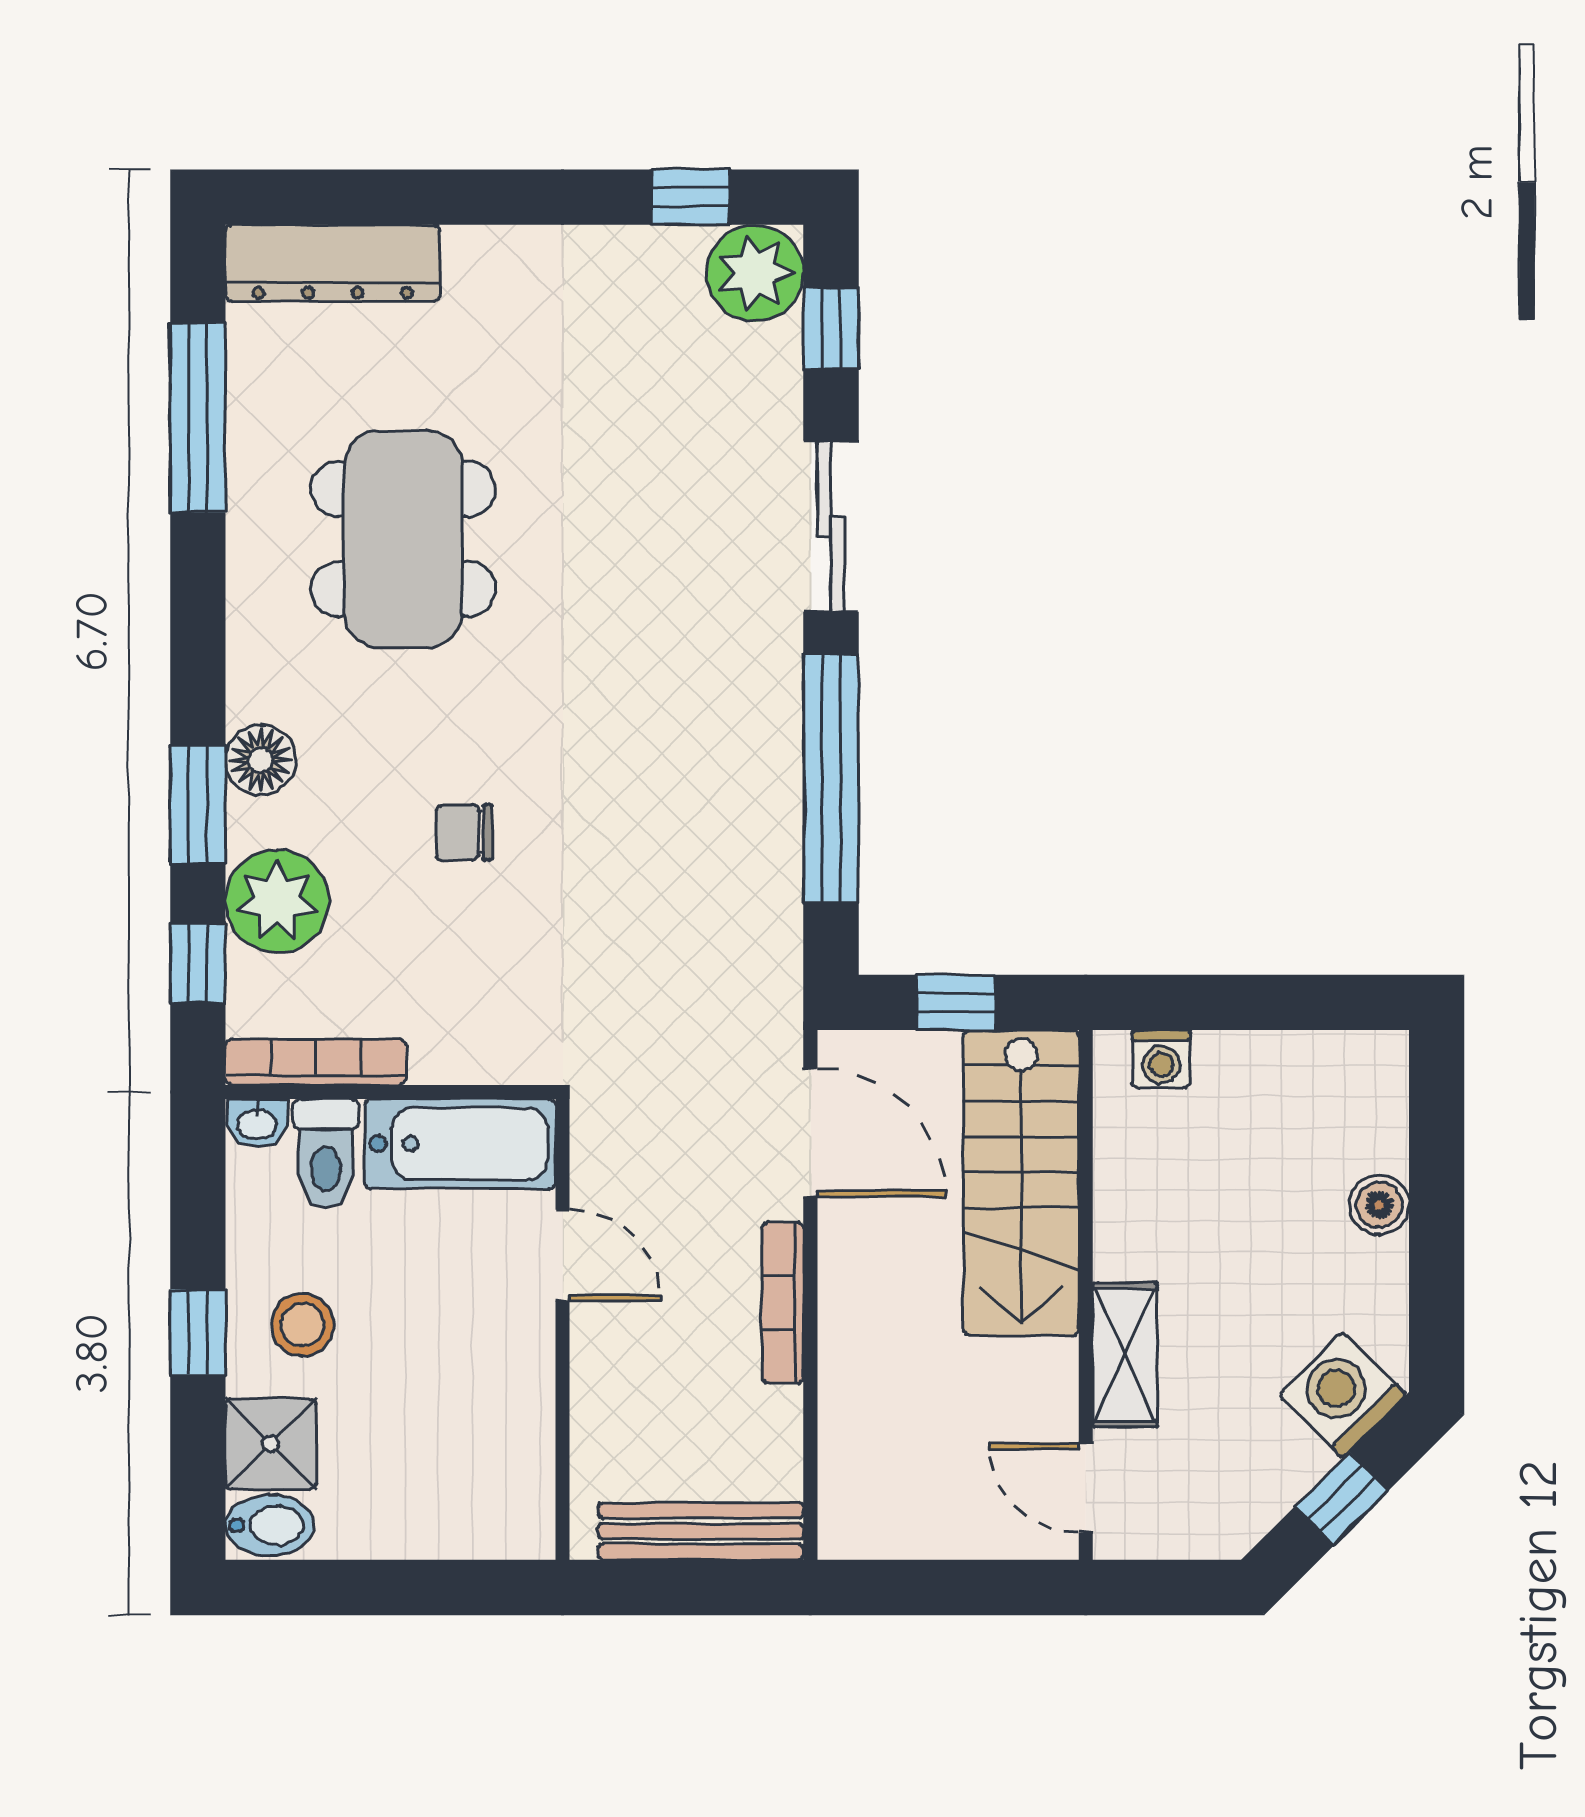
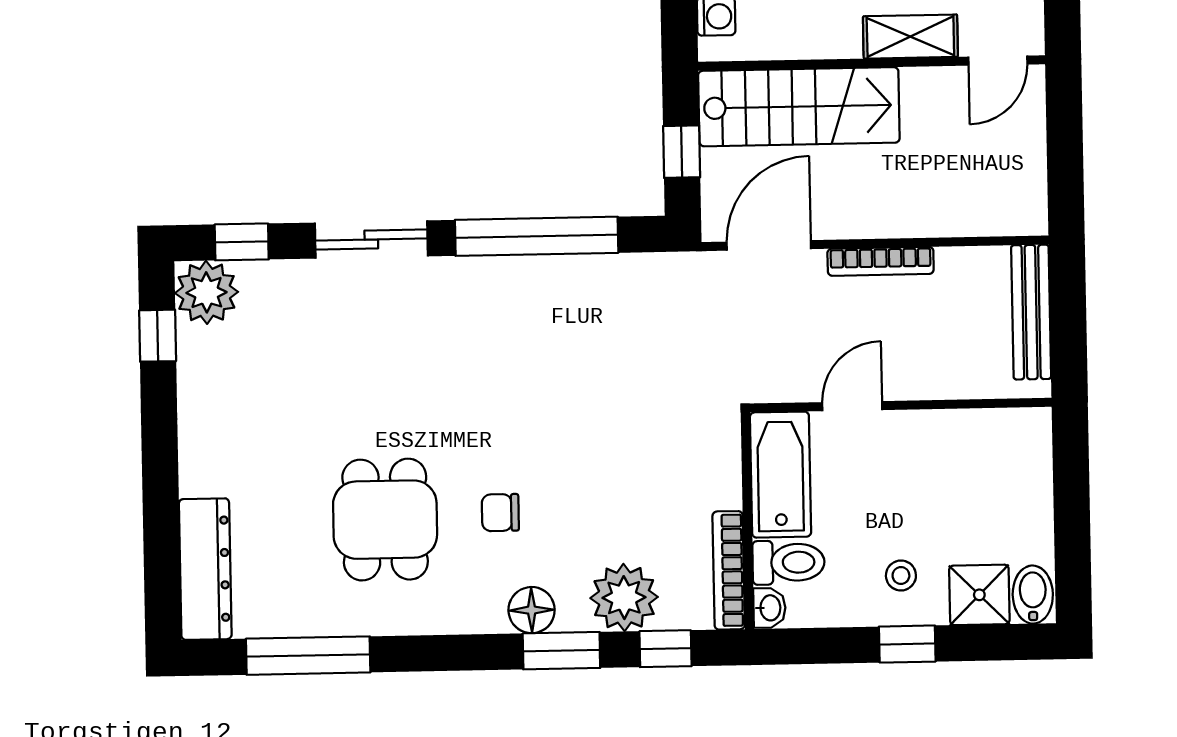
dining table: (403, 539) -> (385, 520), width x0.73
chair: (464, 832) -> (500, 513), moved, turned 90
stool: (303, 1325) -> (901, 576), width x0.73, depth x0.73

